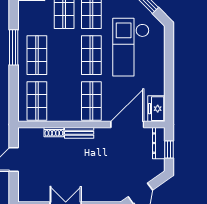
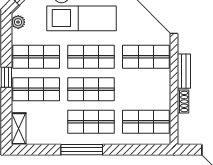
shop shelf: (64, 55) -> (91, 89), added

